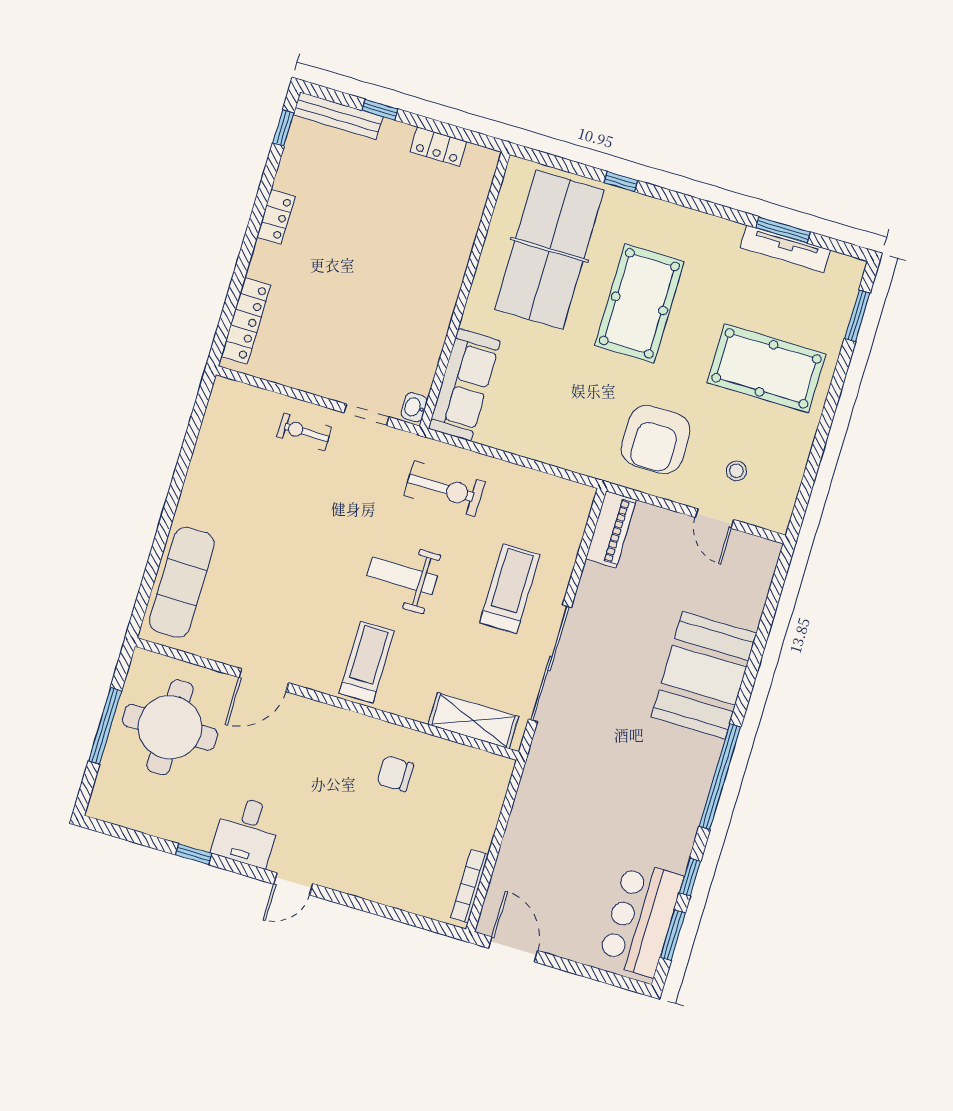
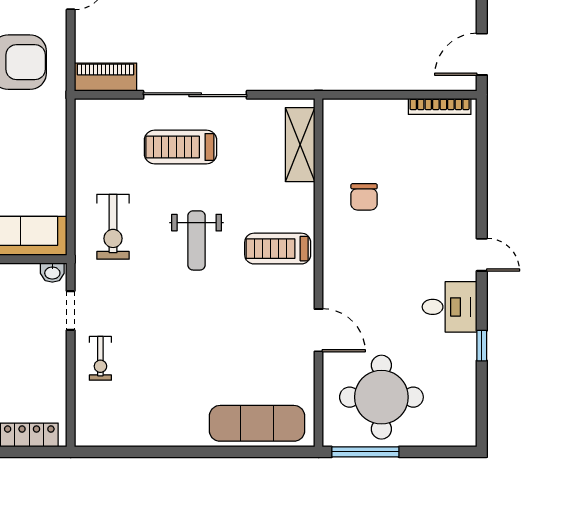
exercise bike: (444, 489) -> (113, 227), turned 180
sliding door: (550, 663) -> (195, 95), moved
window: (105, 726) -> (365, 452), moved

